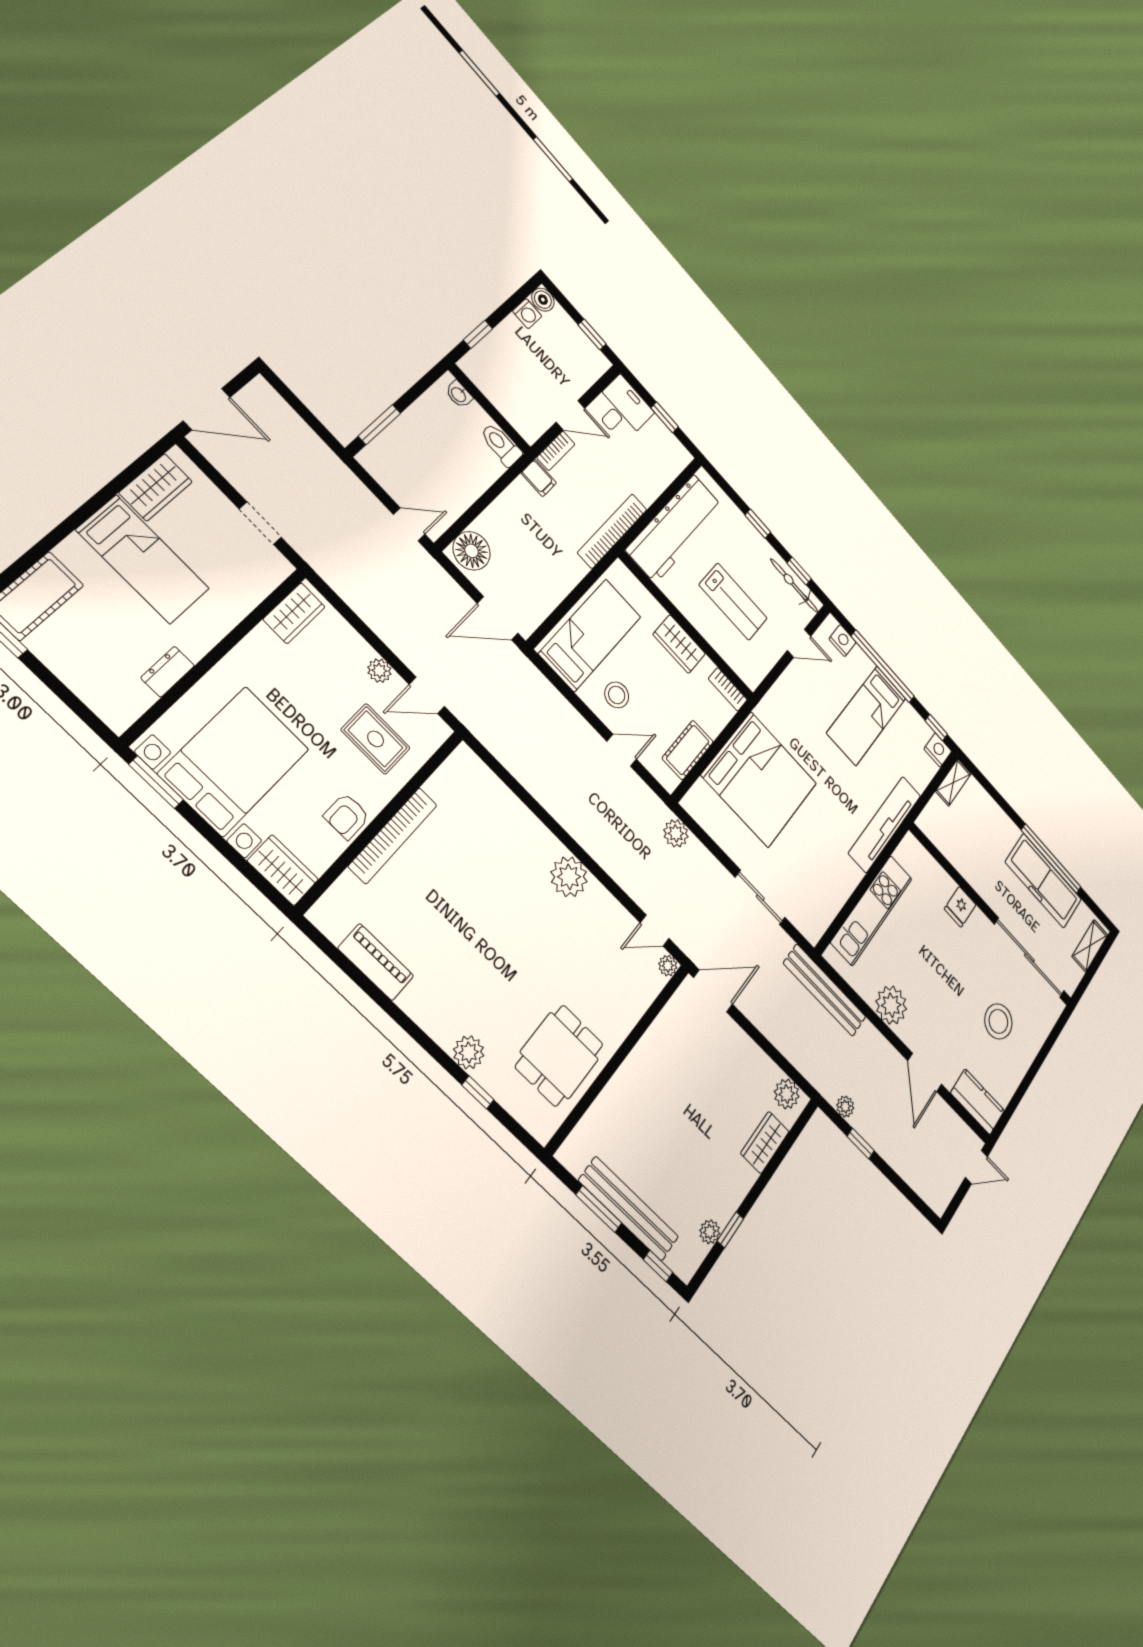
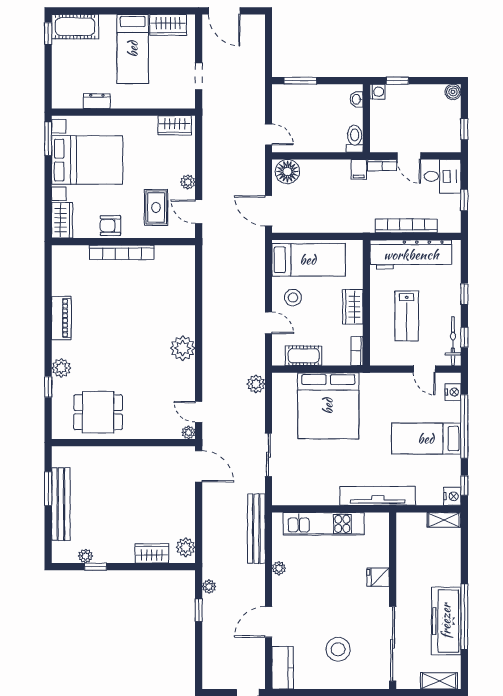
washing machine: (527, 314) -> (377, 92), moved, turned -90
bookcase: (612, 531) -> (406, 226), moved
piano: (376, 962) -> (61, 318), moved
plant: (891, 1005) -> (279, 568), width x0.53, depth x0.53
window: (658, 1266) -> (48, 540), removed

